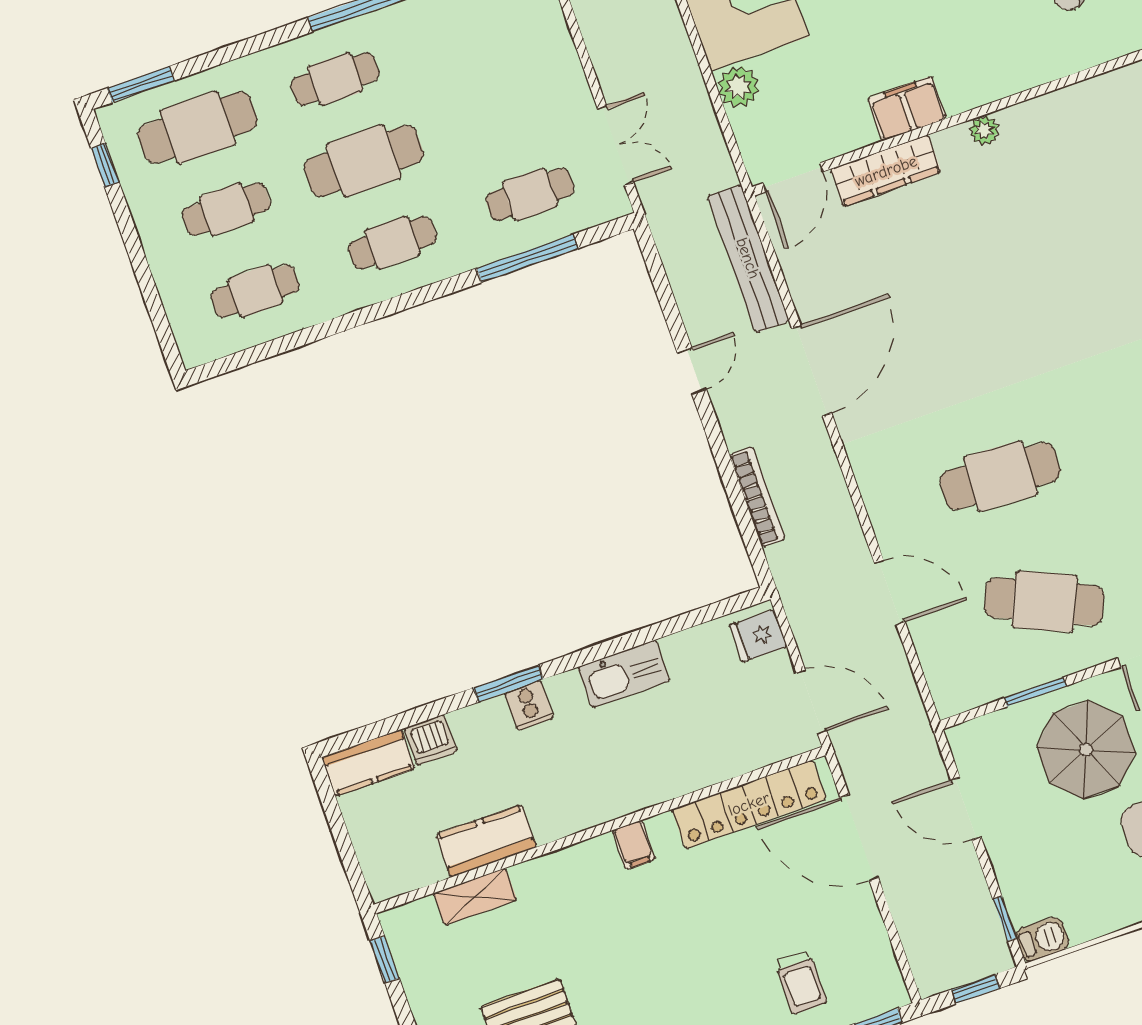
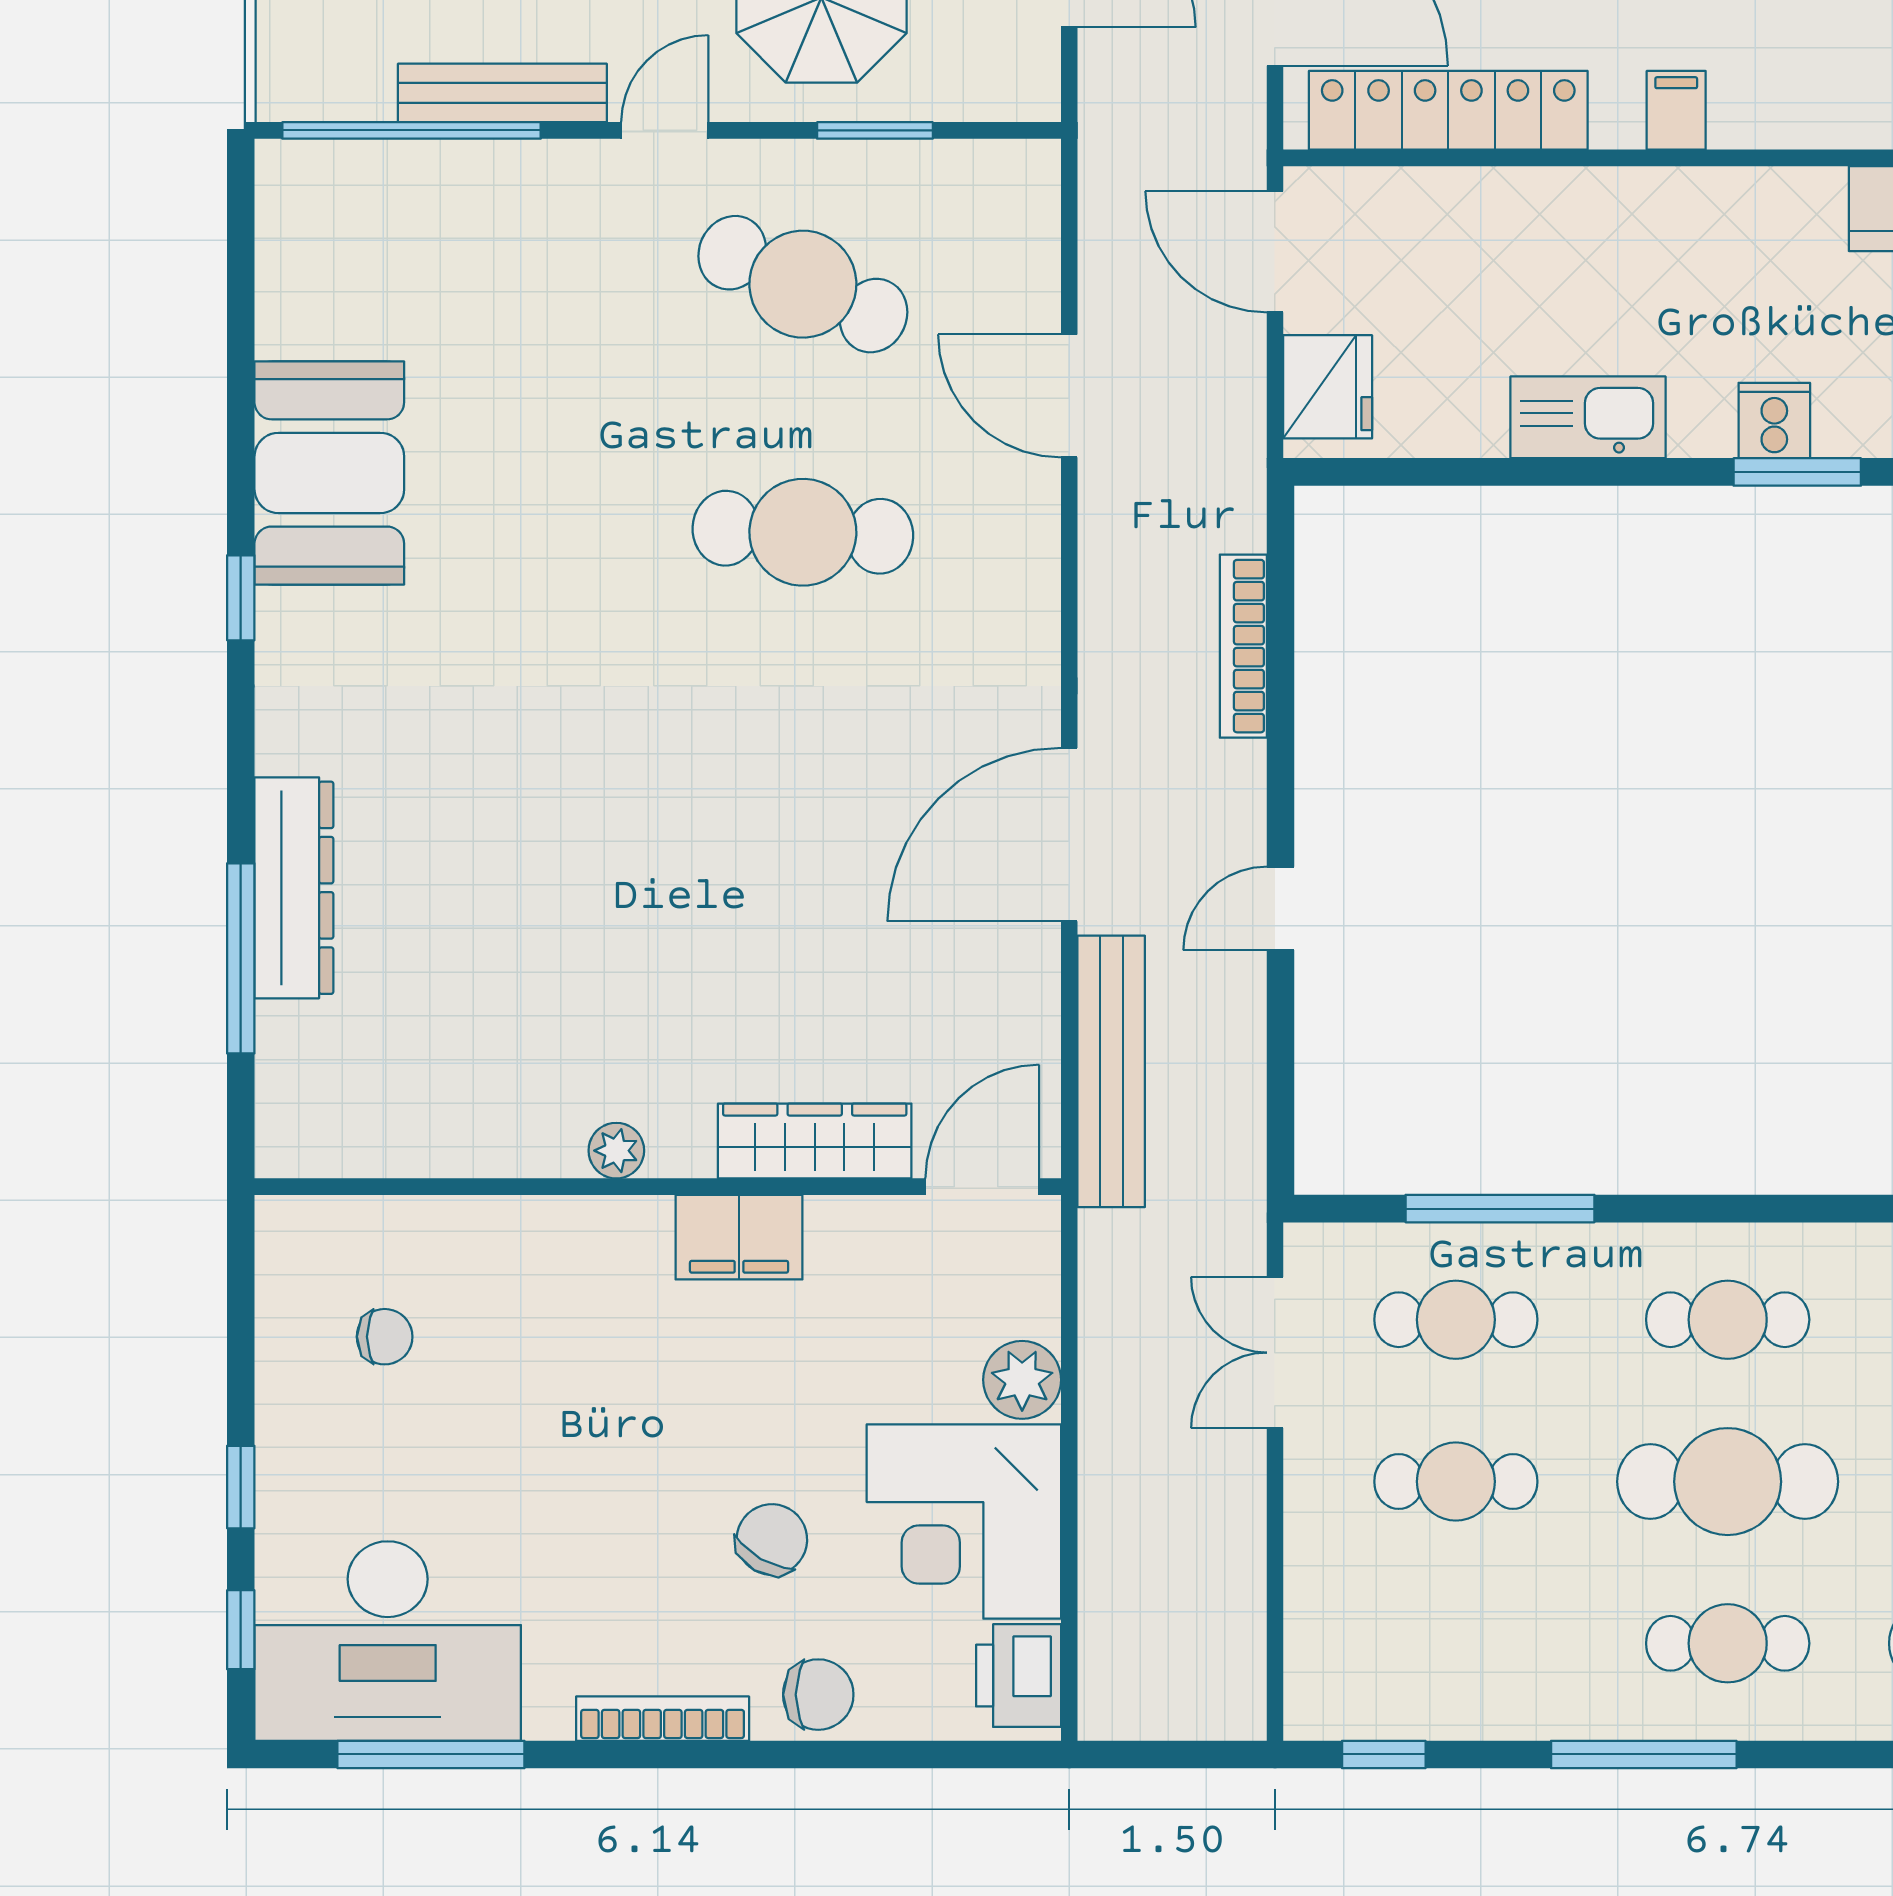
cafe table: (501, 113) -> (1456, 1482), added
fridge: (758, 636) -> (1328, 387), width x1.38

